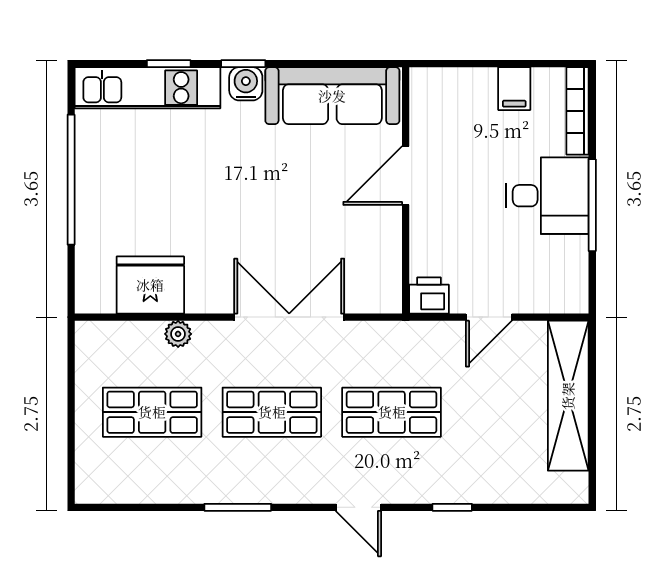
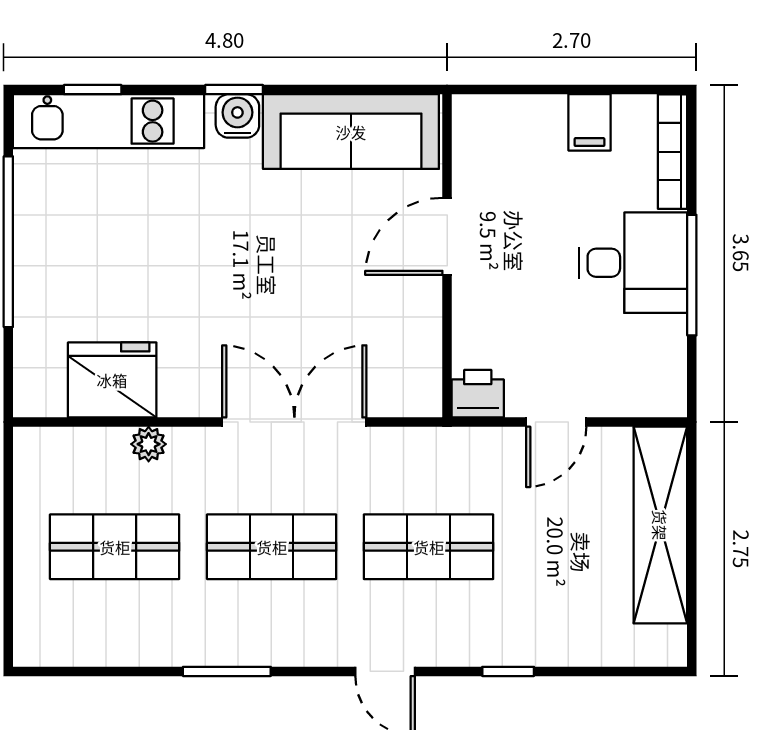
window: (169, 64) -> (93, 90), moved

